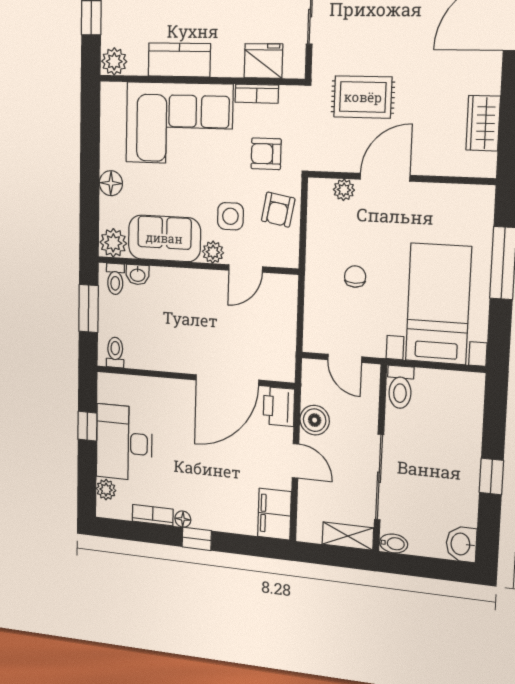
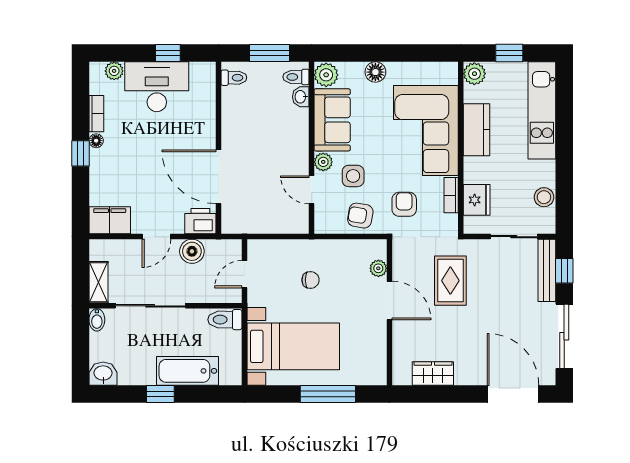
bathtub: (463, 440) -> (188, 371), added

